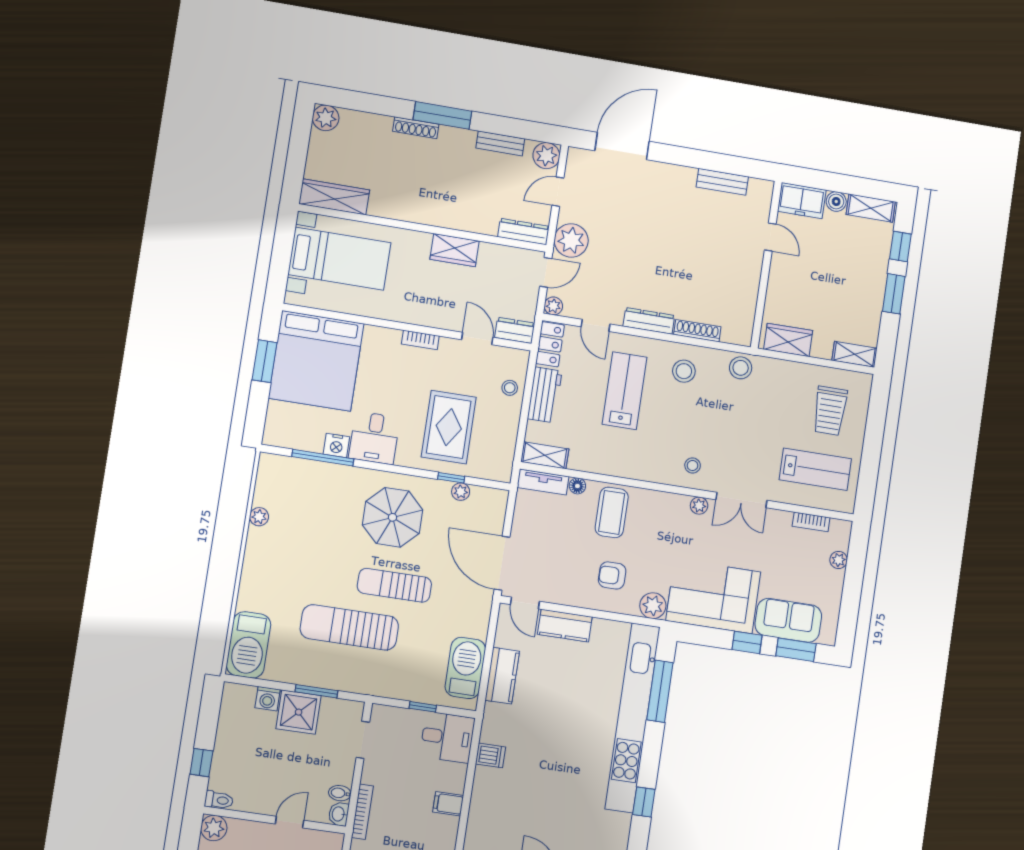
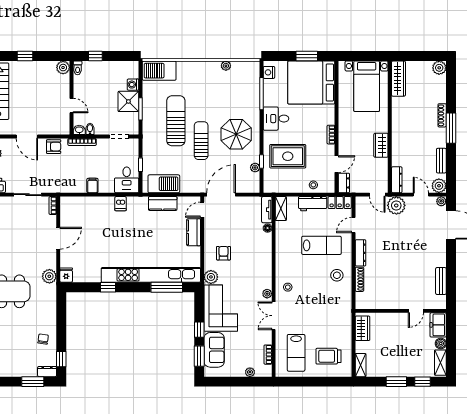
plant: (553, 306) -> (441, 201), moved
stool: (741, 368) -> (344, 305), removed
nightstand: (336, 445) -> (269, 72), moved
coffee table: (612, 512) -> (256, 248), removed

